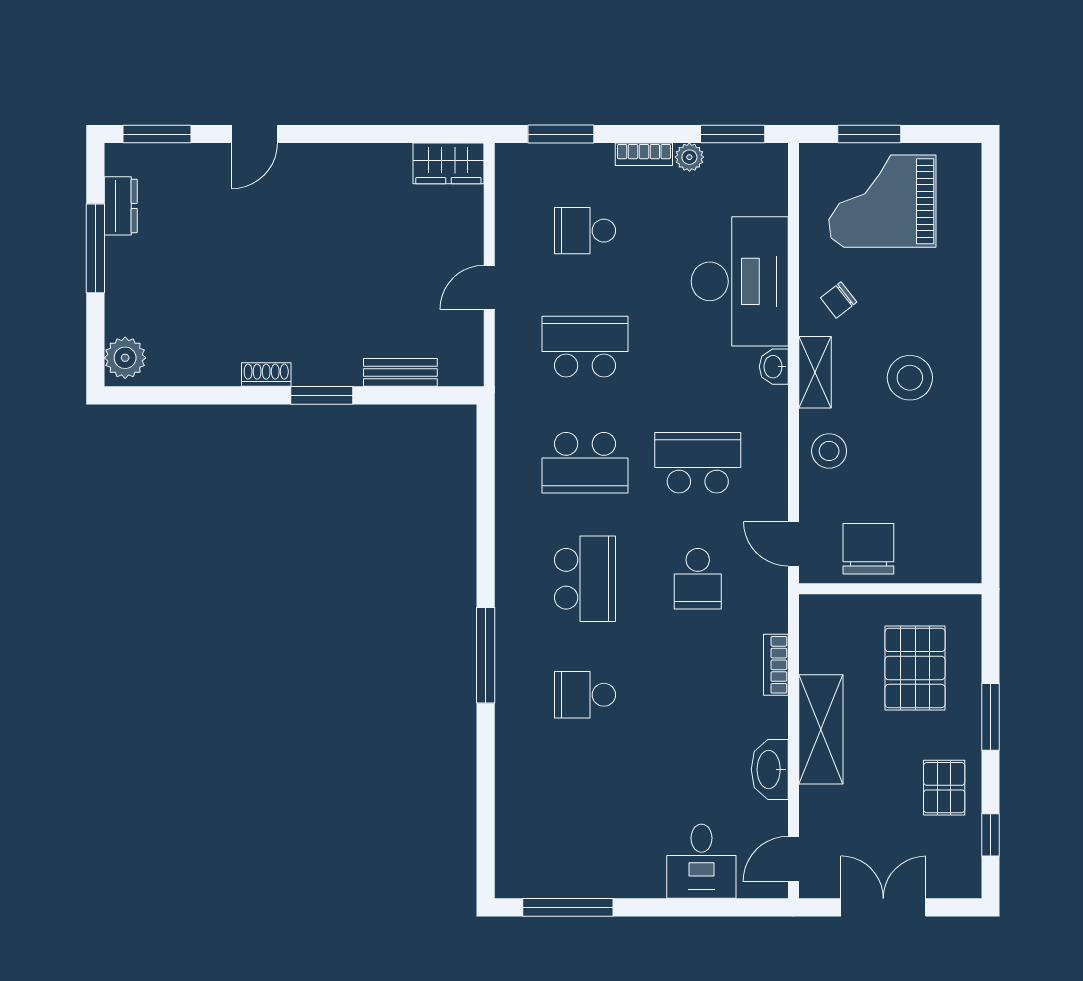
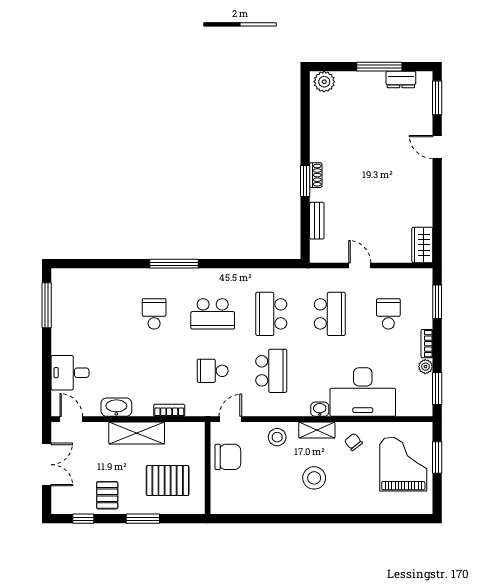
shoe rack: (266, 374) -> (316, 175), moved
pallet: (944, 788) -> (107, 495), turned 90

